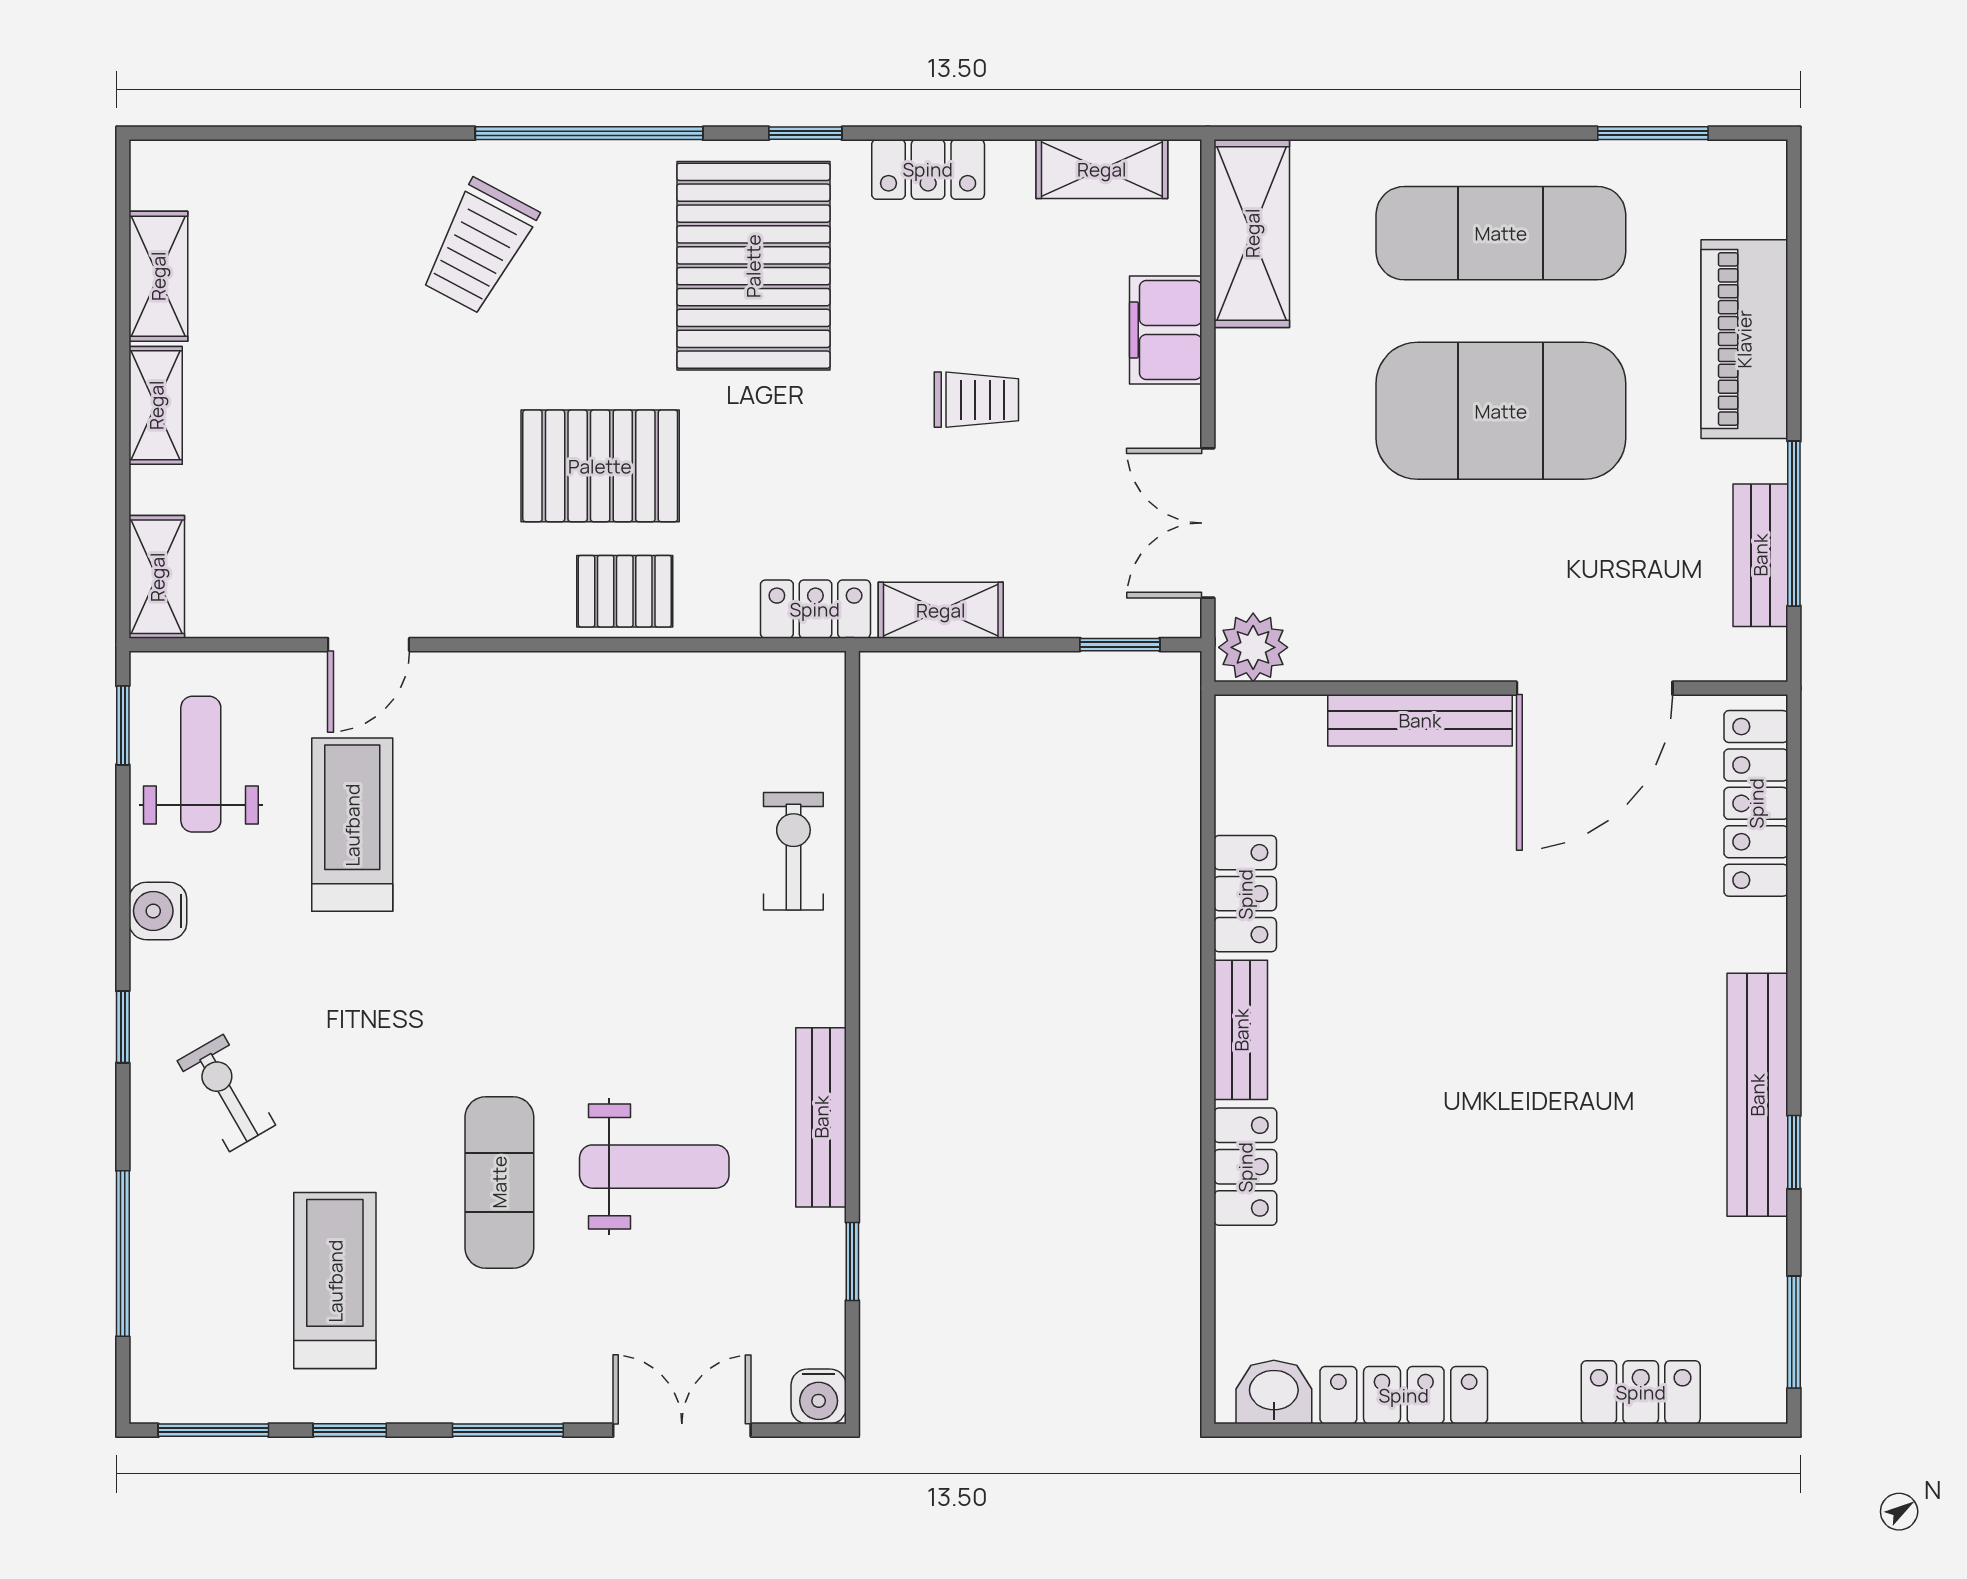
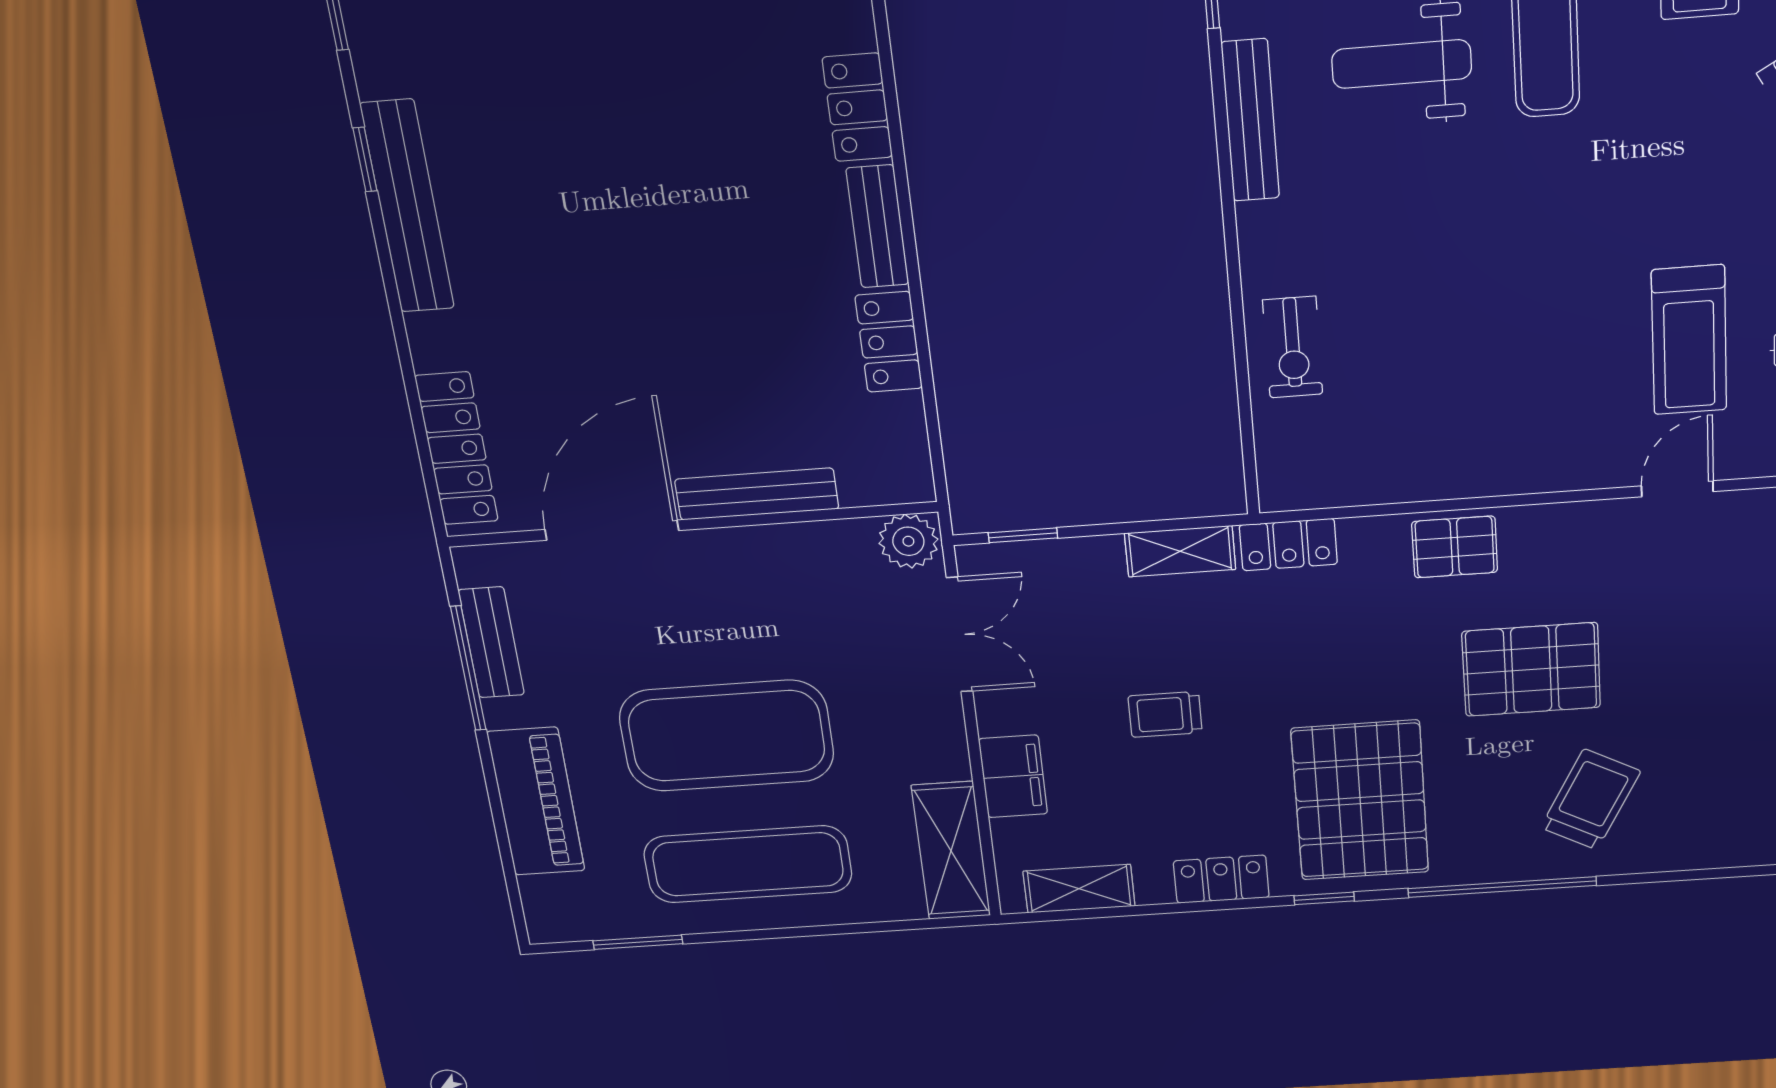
pallet: (600, 466) -> (1531, 669), moved

